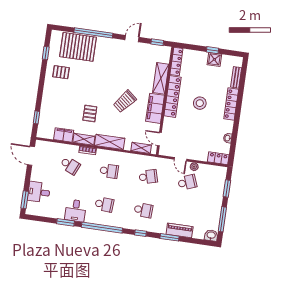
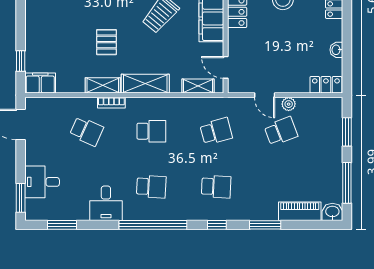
filing cabinet: (64, 135) -> (40, 83), moved
window: (66, 222) -> (62, 225), moved
piano: (180, 230) -> (300, 211), moved

